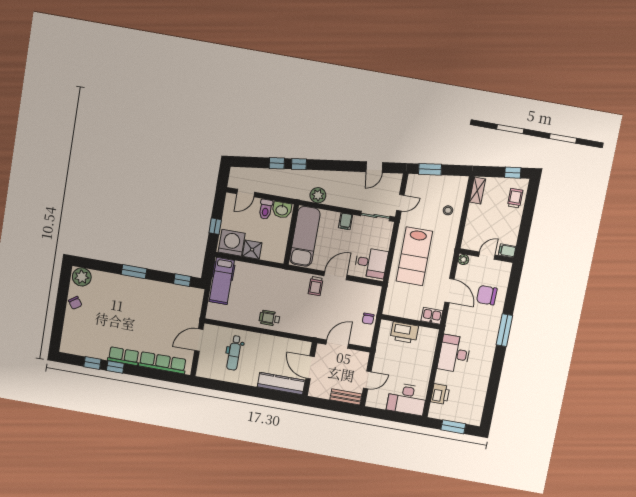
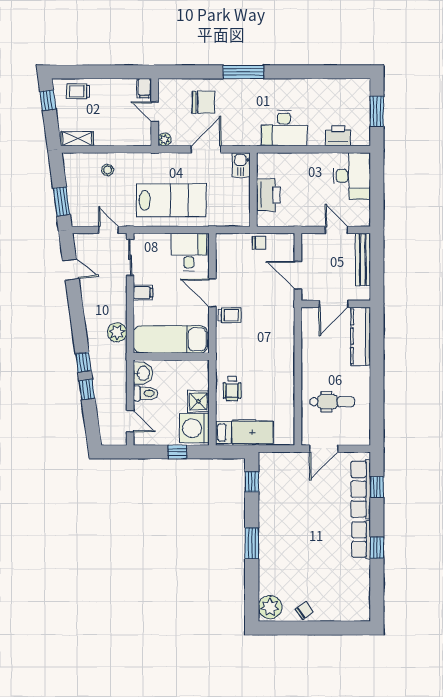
chair: (487, 295) -> (204, 102), turned -90
wheelchair: (269, 318) -> (232, 389), moved
door: (199, 340) -> (324, 449), hinge flipped
window: (92, 363) -> (377, 487), moved
bench: (346, 397) -> (363, 259), width x1.36

